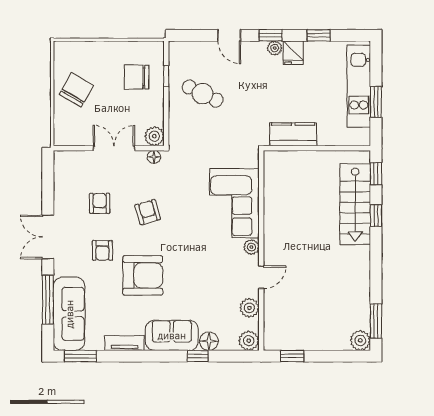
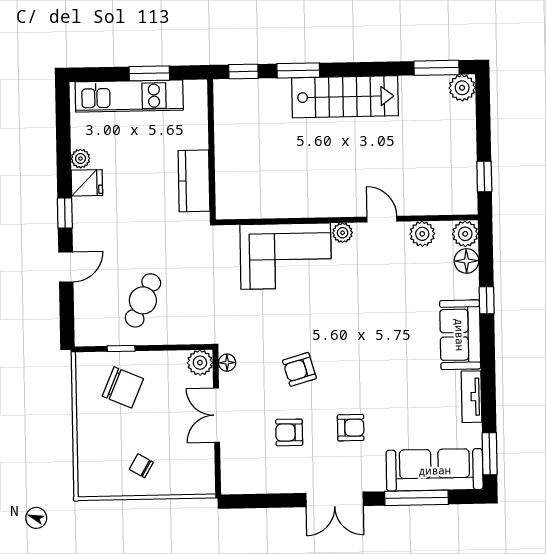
window: (319, 35) -> (64, 150), removed
plant: (275, 48) -> (80, 159), moved
chair: (137, 77) -> (123, 387), turned -67
chair: (76, 90) -> (141, 466), width x0.54, depth x0.54
stairs: (355, 204) -> (345, 97), moved
window: (376, 216) -> (298, 70), width x1.50
armchair: (143, 275) -> (382, 374), removed
floor lamp: (209, 341) -> (466, 261), moved

